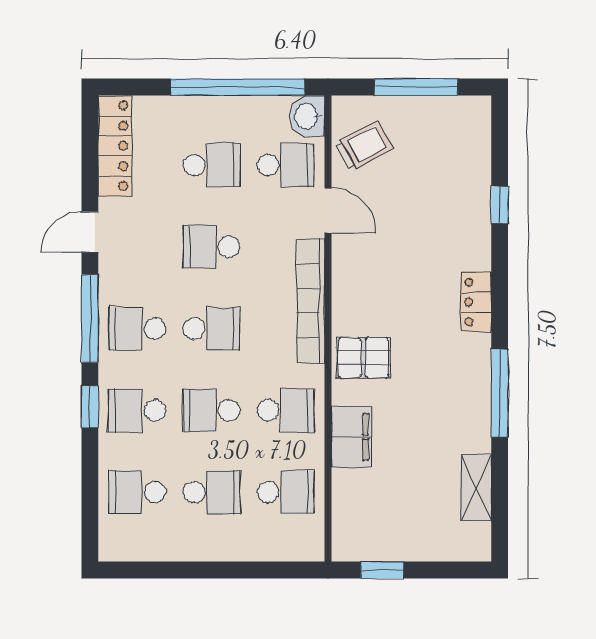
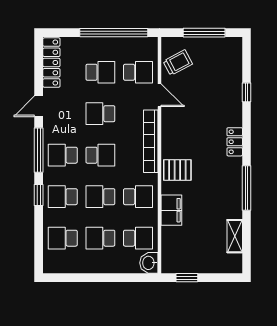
washbasin: (307, 116) -> (149, 263), moved
school desk: (211, 492) -> (100, 238), turned 180

